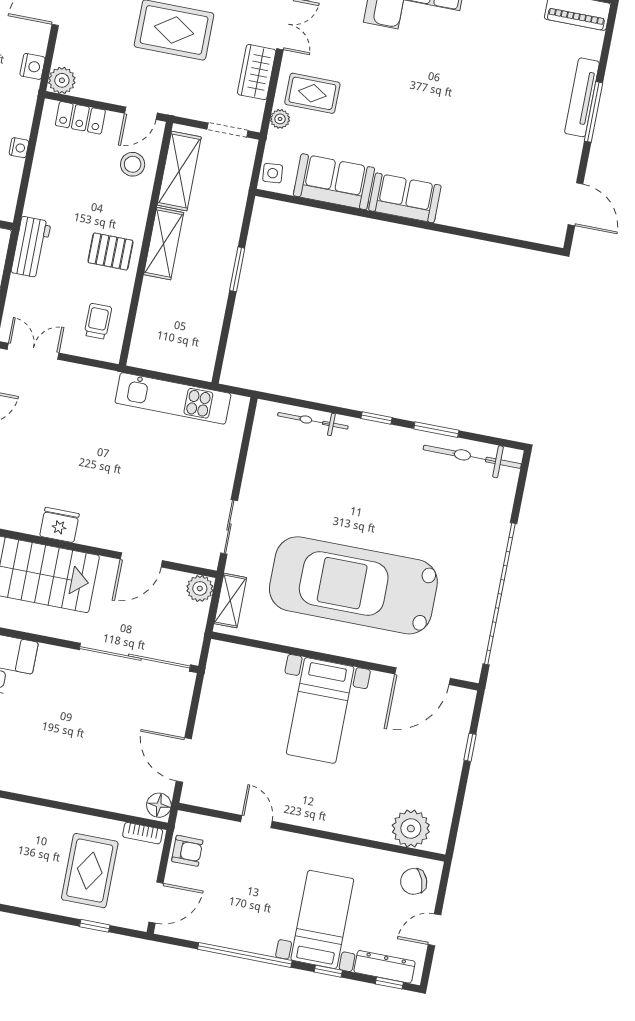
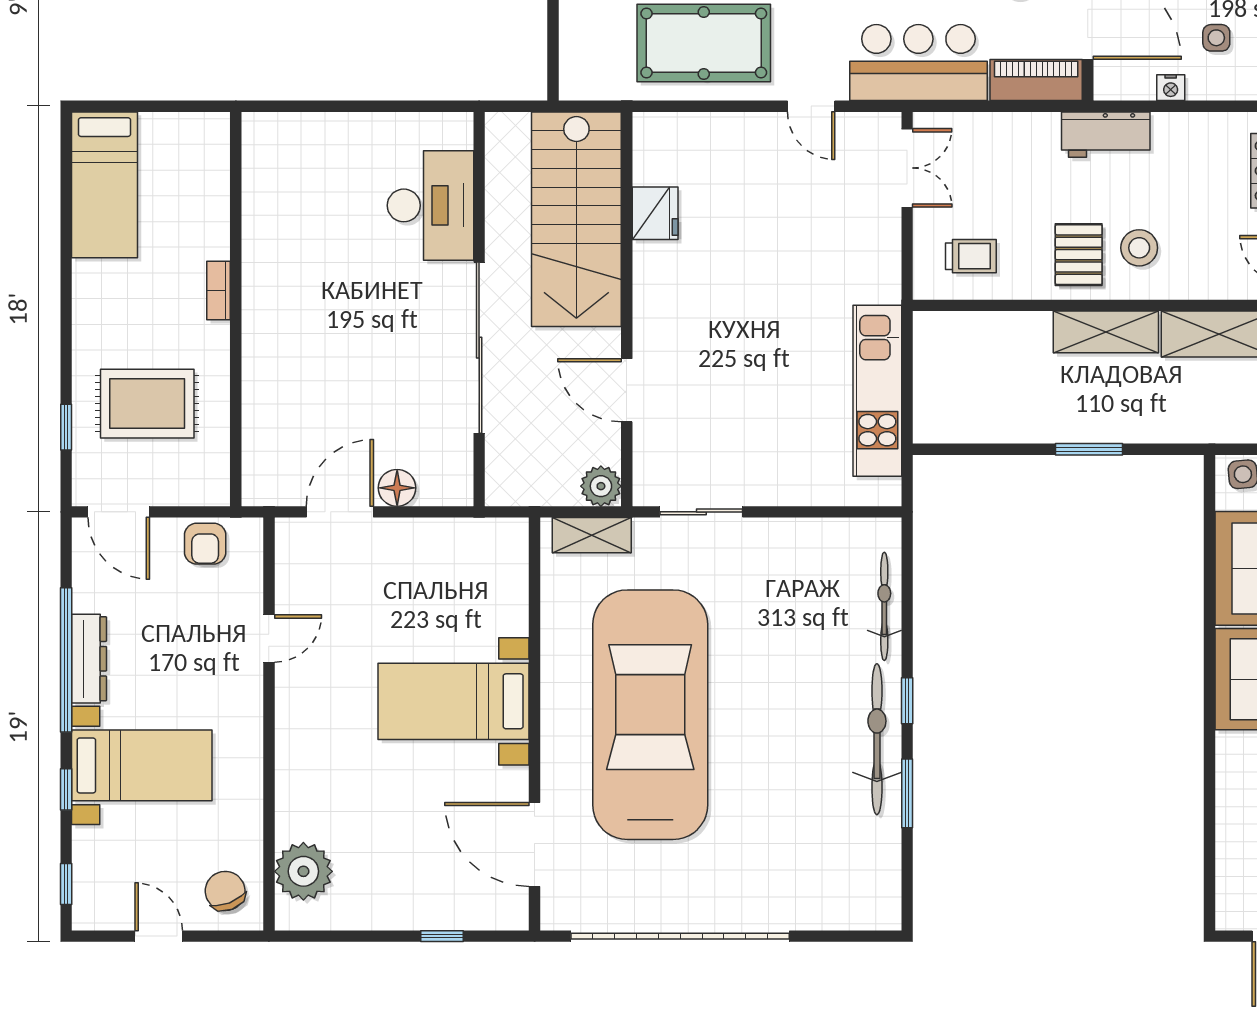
nightstand: (19, 148) -> (1171, 88), moved
stool: (133, 164) -> (1139, 248), moved
workbench: (31, 247) -> (1106, 135), moved
bicycle: (472, 457) -> (877, 739), moved
fridge: (59, 525) -> (655, 213), moved
sliding door: (135, 657) -> (479, 348), moved
floor lamp: (159, 805) -> (397, 488), moved
bookcase: (143, 833) -> (219, 291), moved
dresser: (385, 967) -> (89, 659), moved

